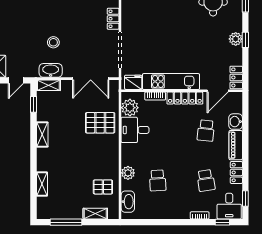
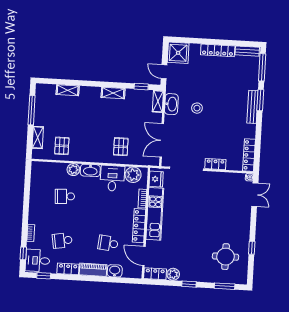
plant: (236, 39) -> (173, 274), moved
pallet: (100, 123) -> (121, 147), width x0.67, depth x0.71
washbasin: (128, 202) -> (90, 170), moved

